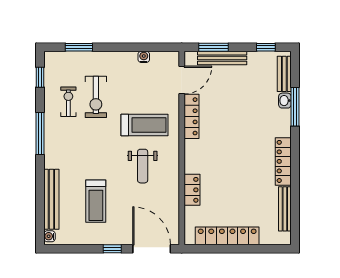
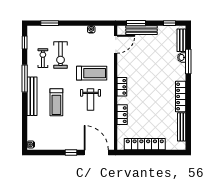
locker: (191, 116) -> (122, 87), moved, width x0.66
bench: (51, 199) -> (32, 96), moved
treadmill: (96, 201) -> (56, 102), moved

